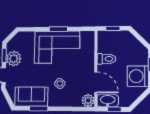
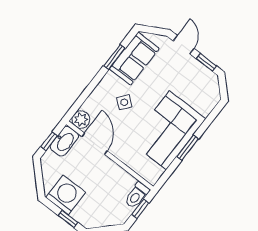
plant: (14, 59) -> (194, 71), removed
toilet: (106, 59) -> (137, 195), moved
door: (96, 82) -> (95, 144), swing flipped

